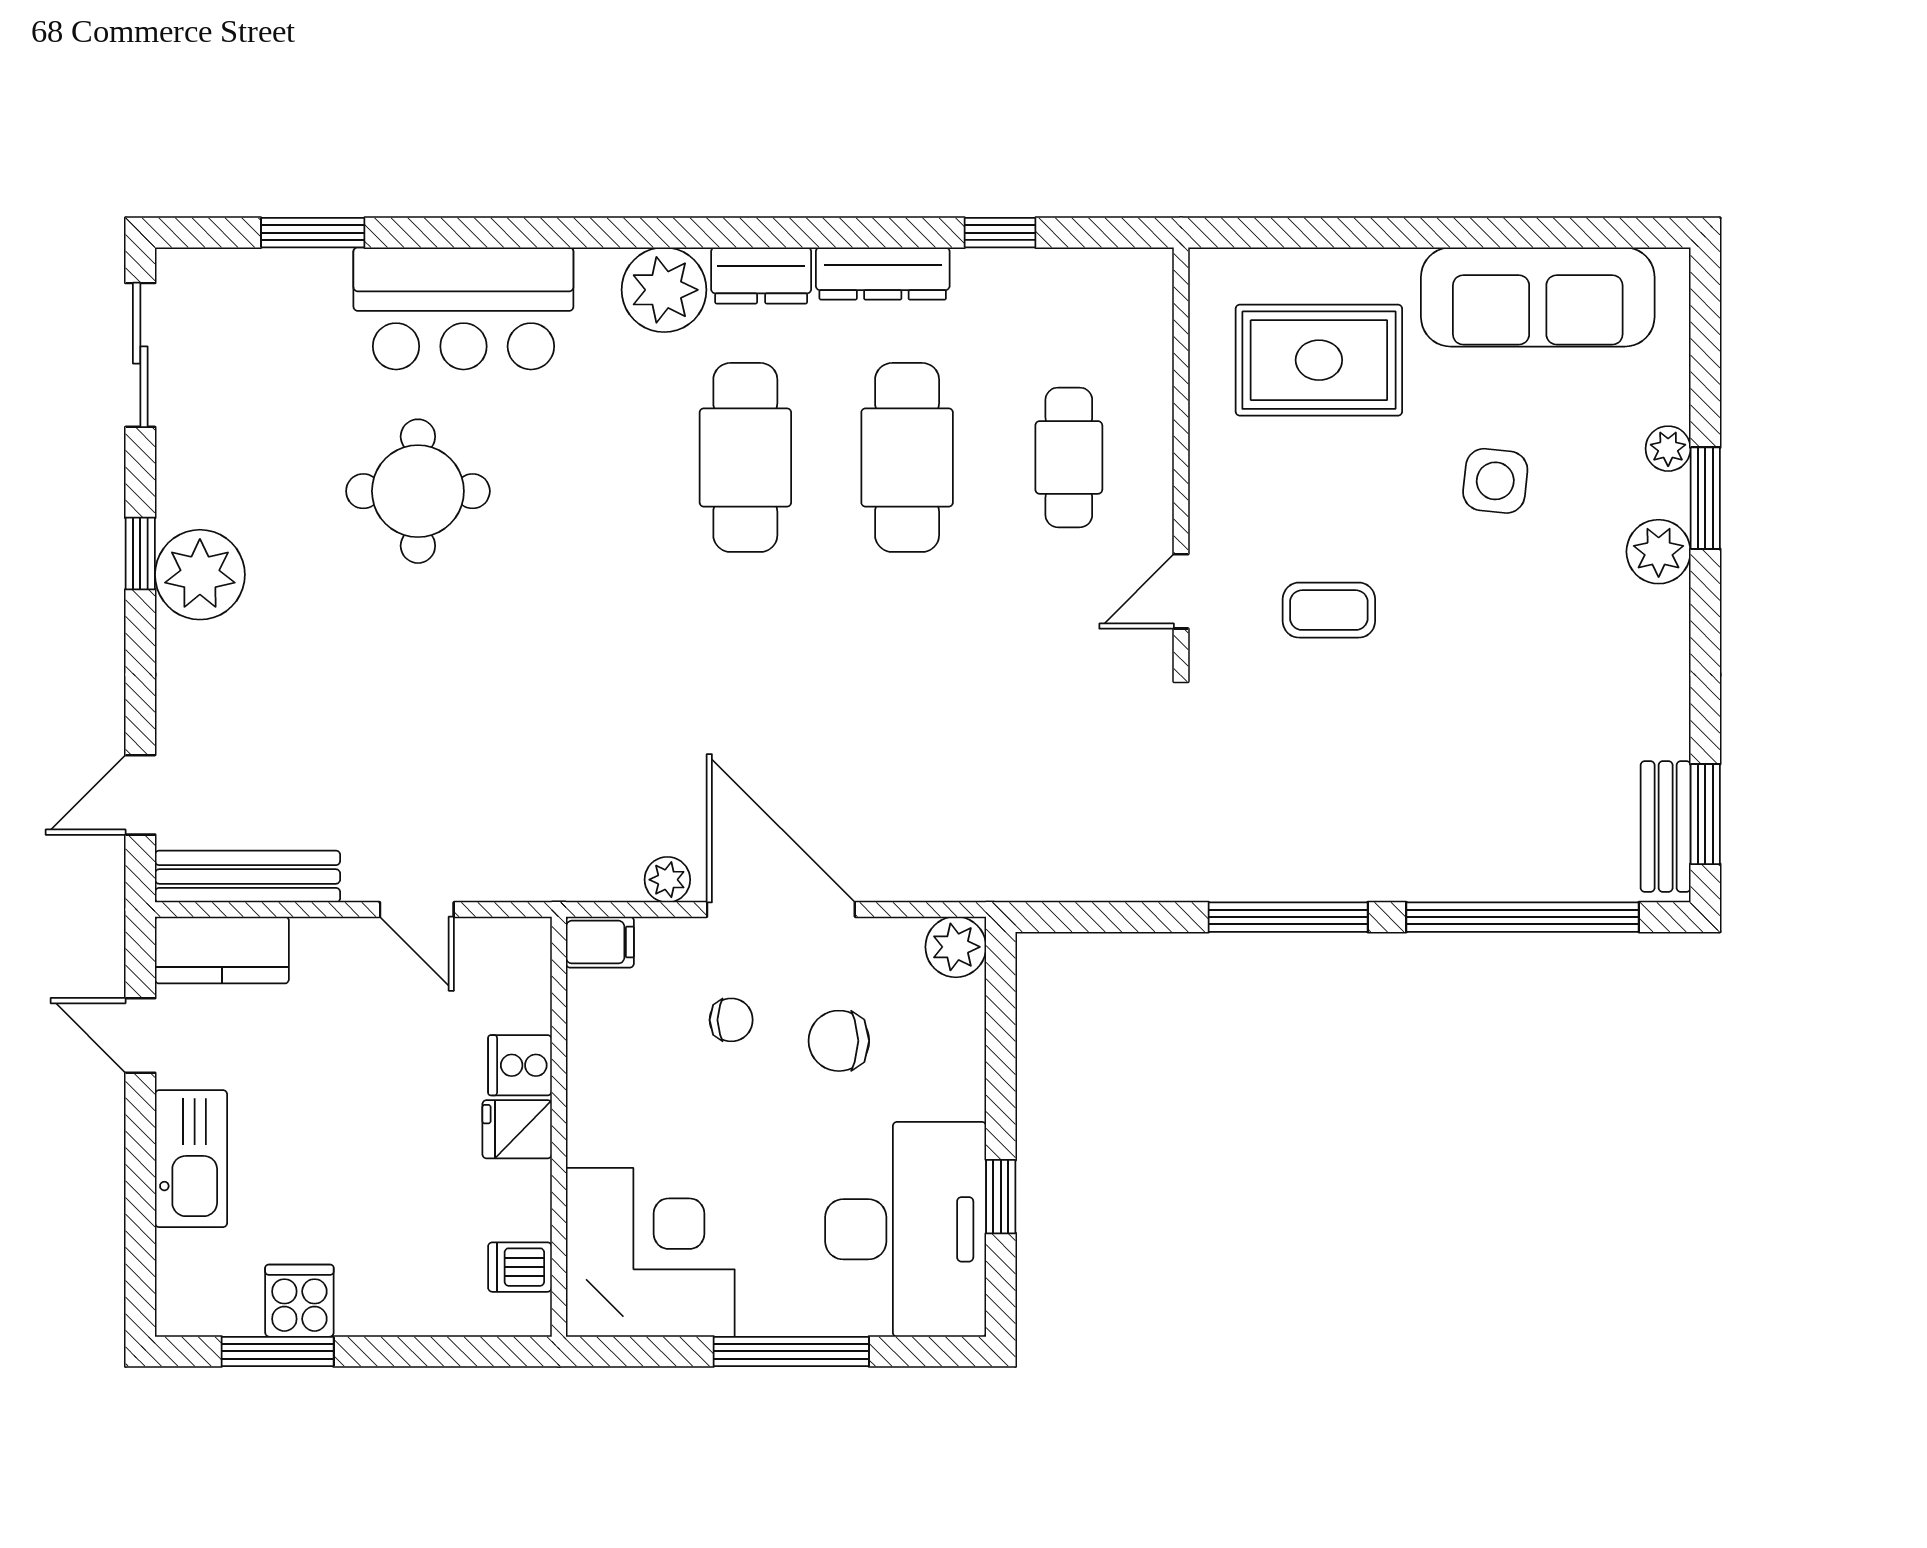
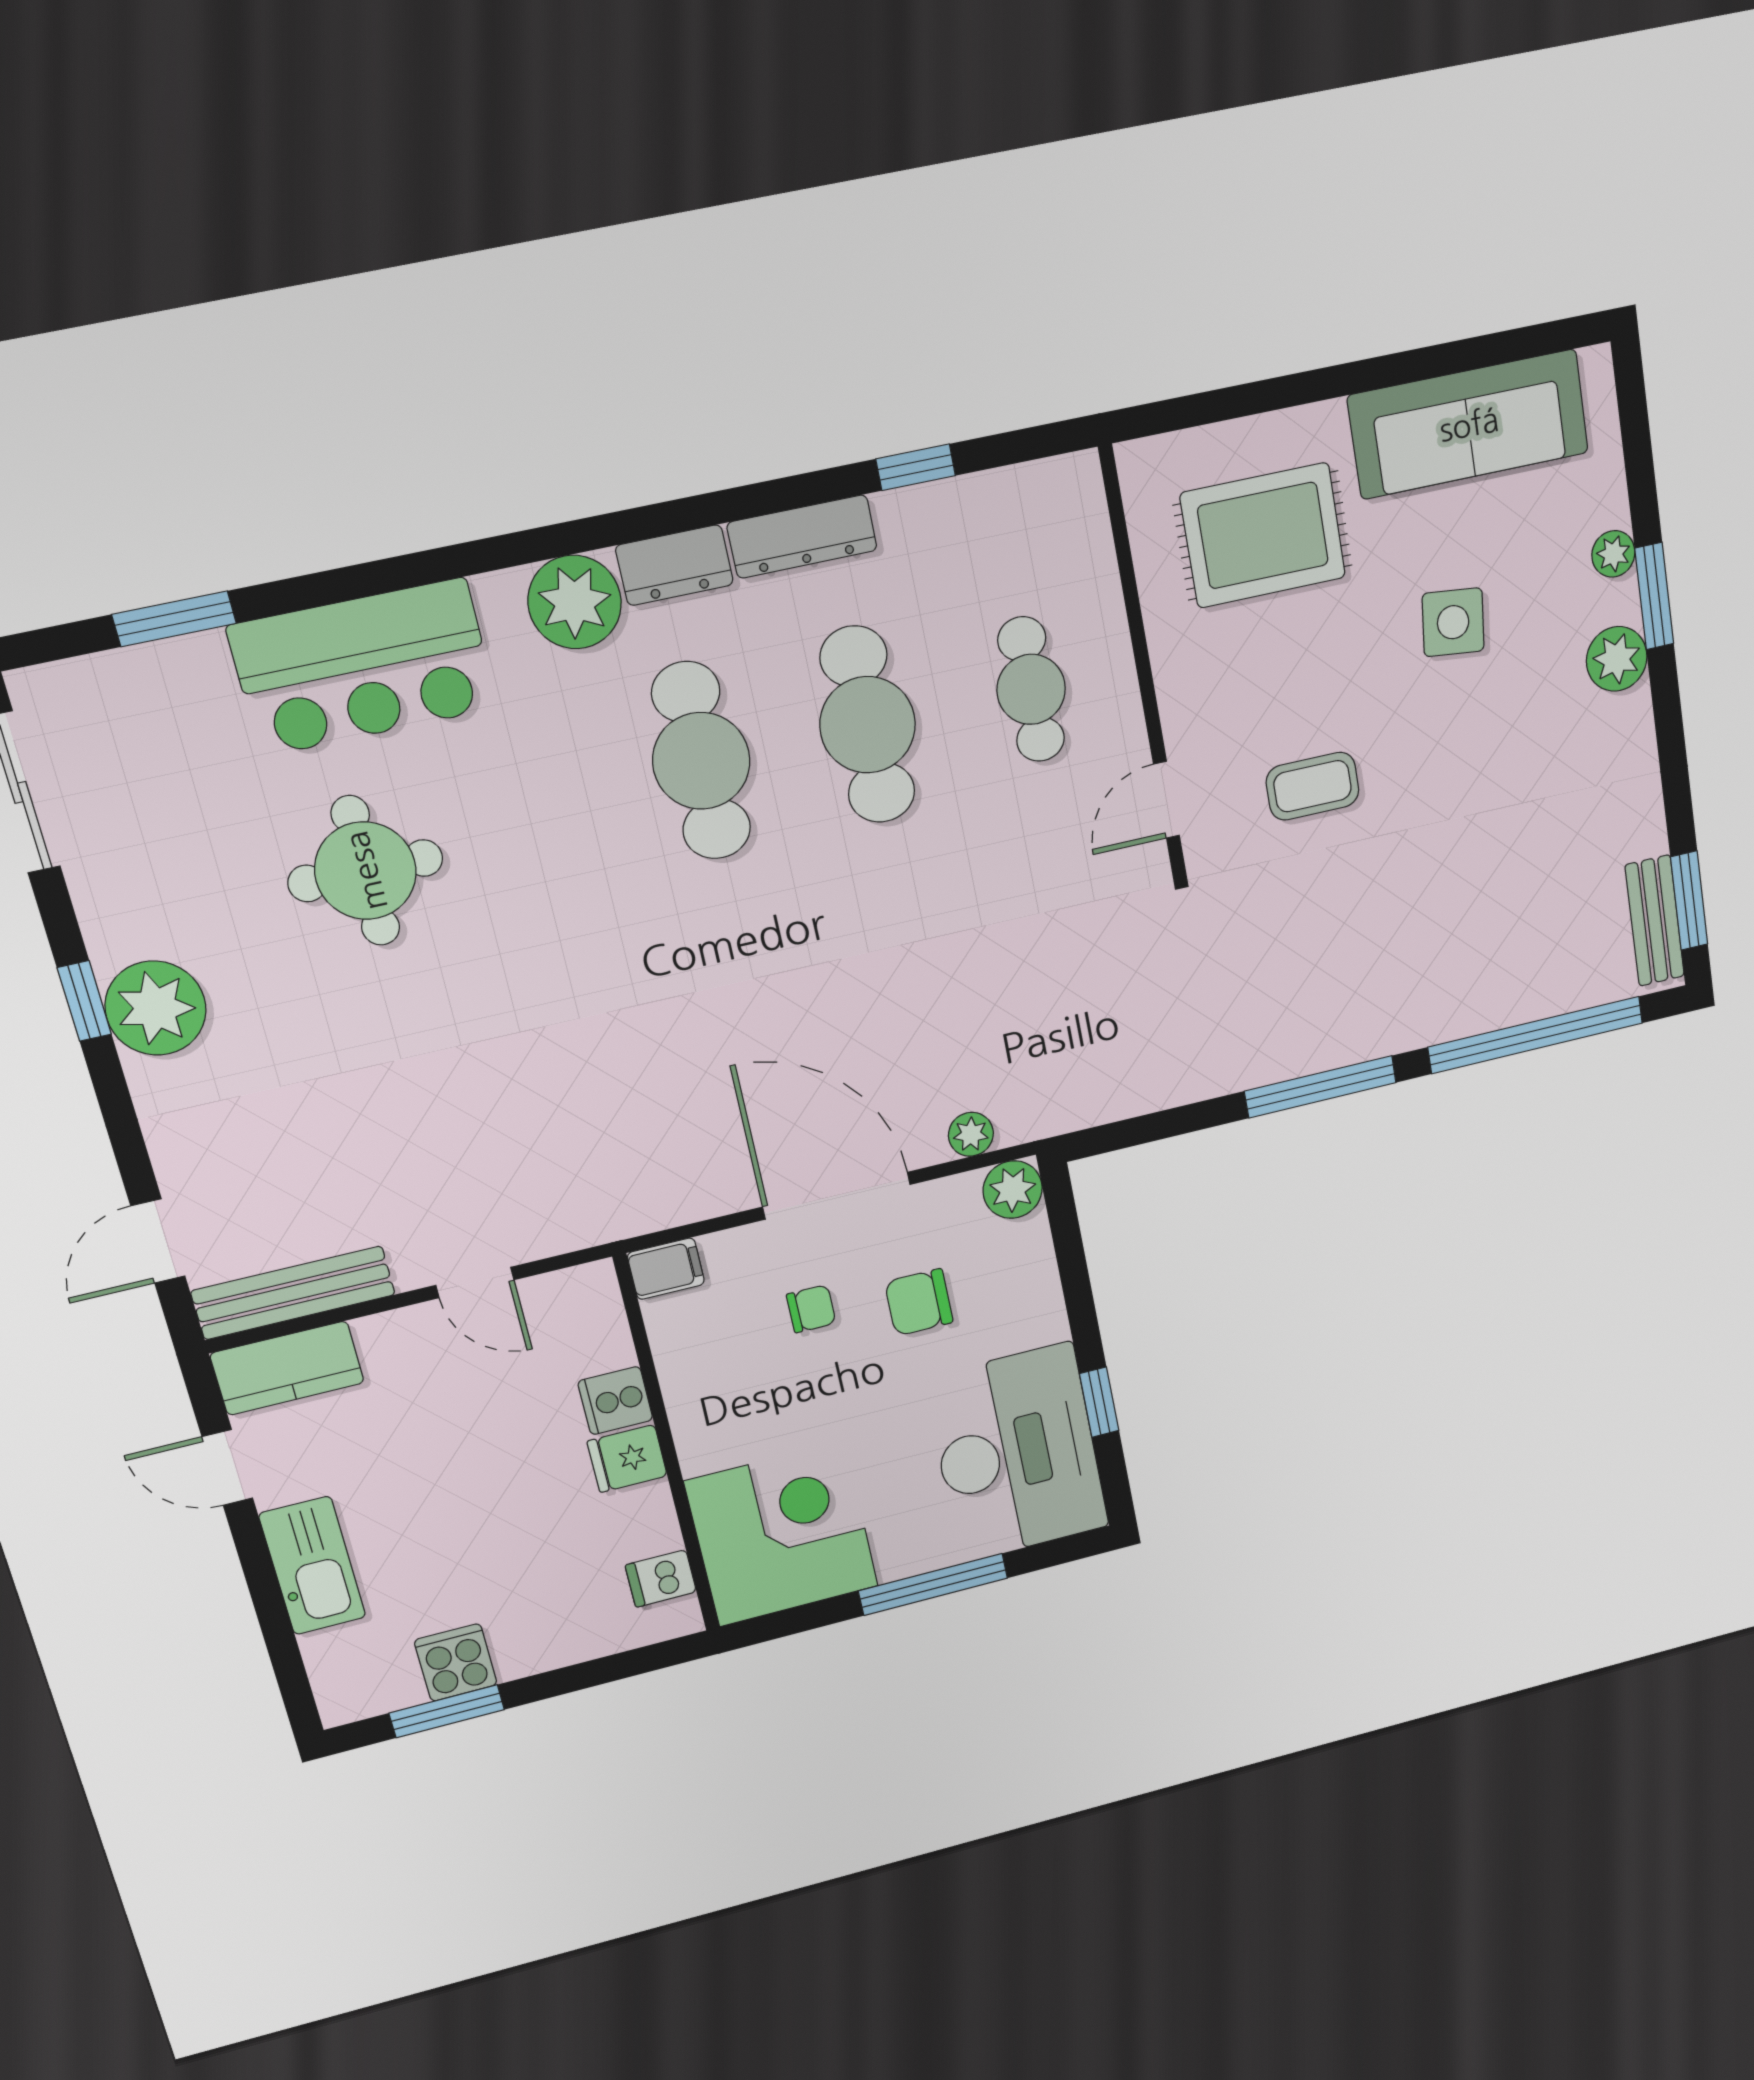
plant: (667, 880) -> (971, 1134), moved

